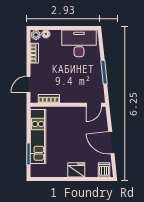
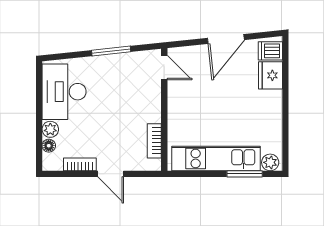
plant: (36, 35) -> (50, 129), moved
door: (29, 84) -> (111, 174), moved
plant: (36, 170) -> (270, 162), added
fridge: (76, 170) -> (270, 75), moved

